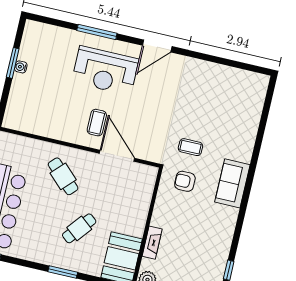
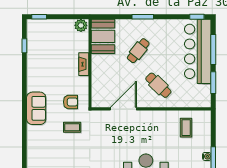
coffee table: (97, 123) -> (186, 128), moved
door: (117, 156) -> (123, 109), swing flipped
fireplace: (152, 243) -> (84, 64), moved

